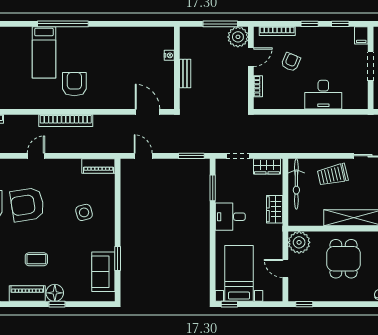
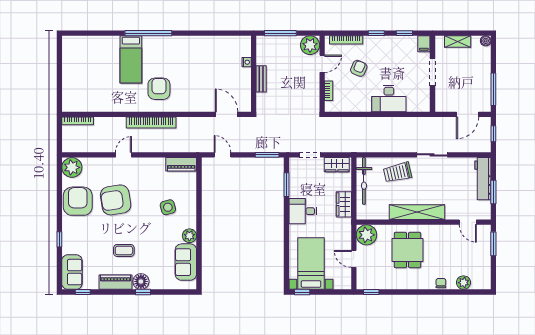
window: (220, 24) -> (280, 33), moved
plant: (107, 243) -> (189, 236), added
window: (118, 258) -> (199, 250), removed

